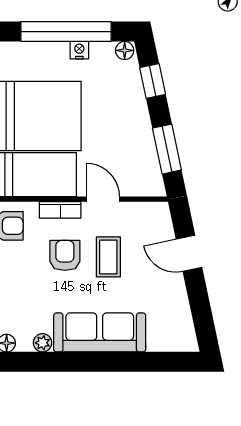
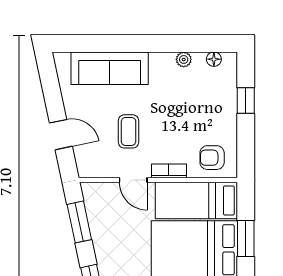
armchair: (65, 255) -> (165, 133), removed
sofa: (100, 332) -> (110, 68), moved

